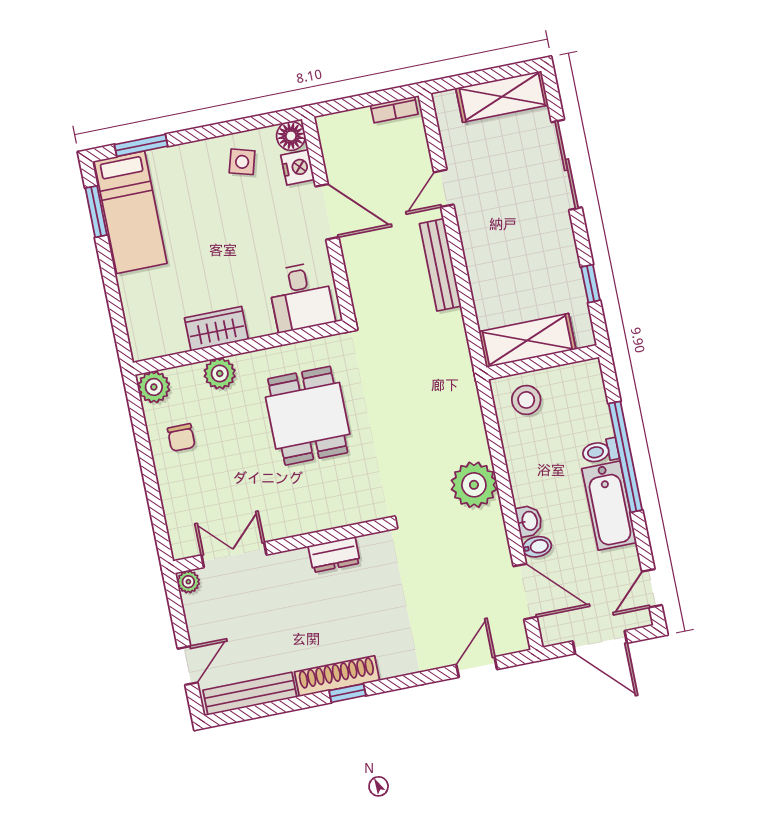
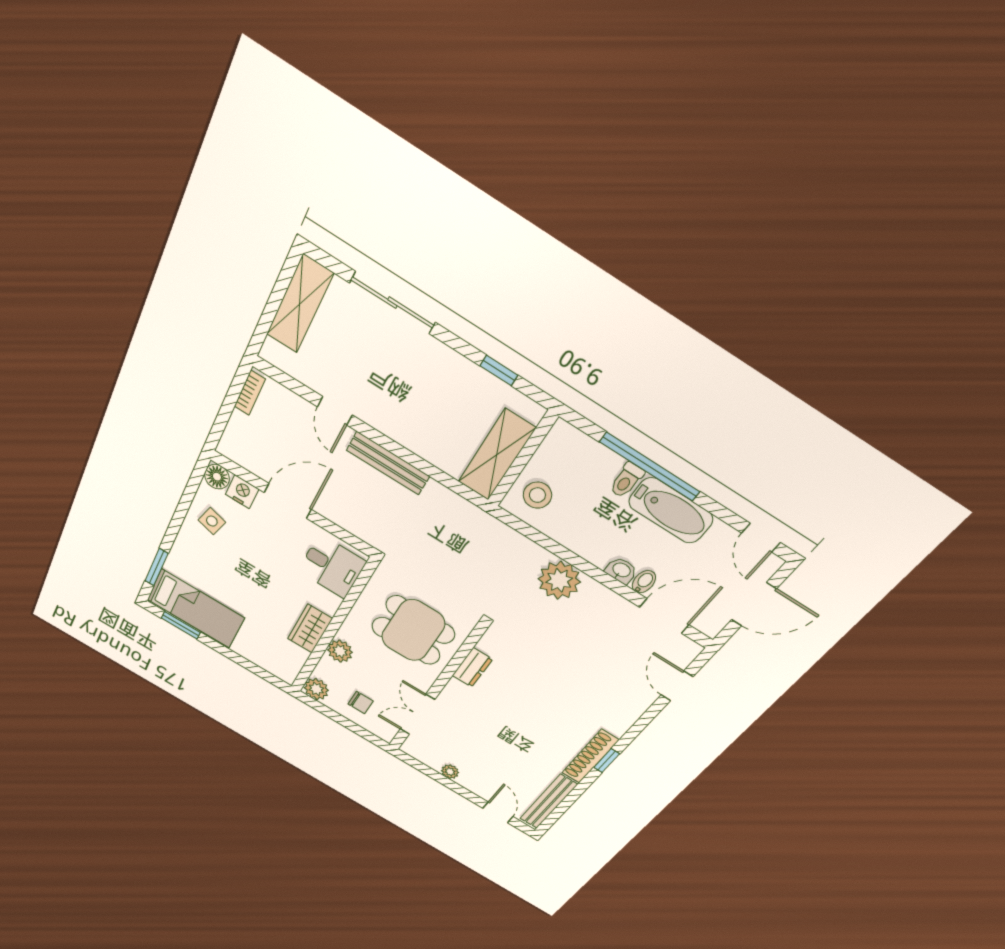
wall: (279, 546) -> (436, 689), moved
double door: (234, 555) -> (417, 714), moved
dresser: (334, 555) -> (472, 667), moved

